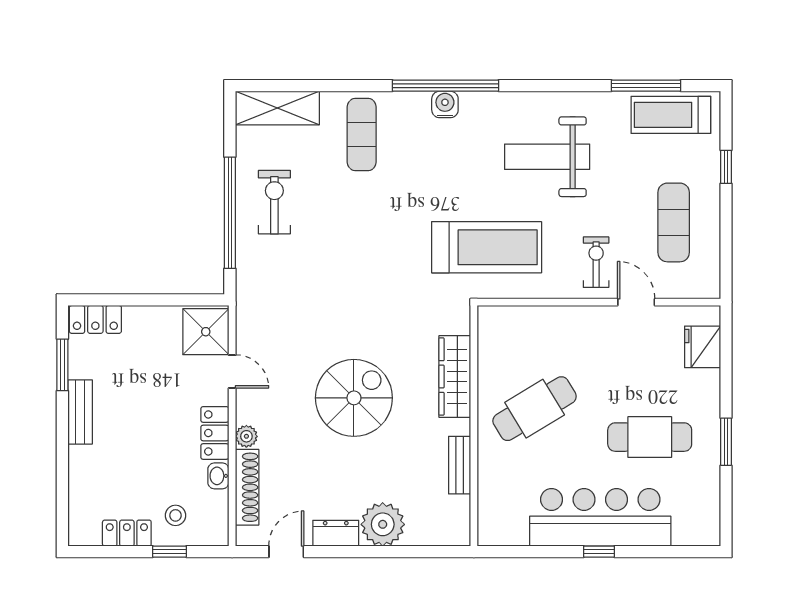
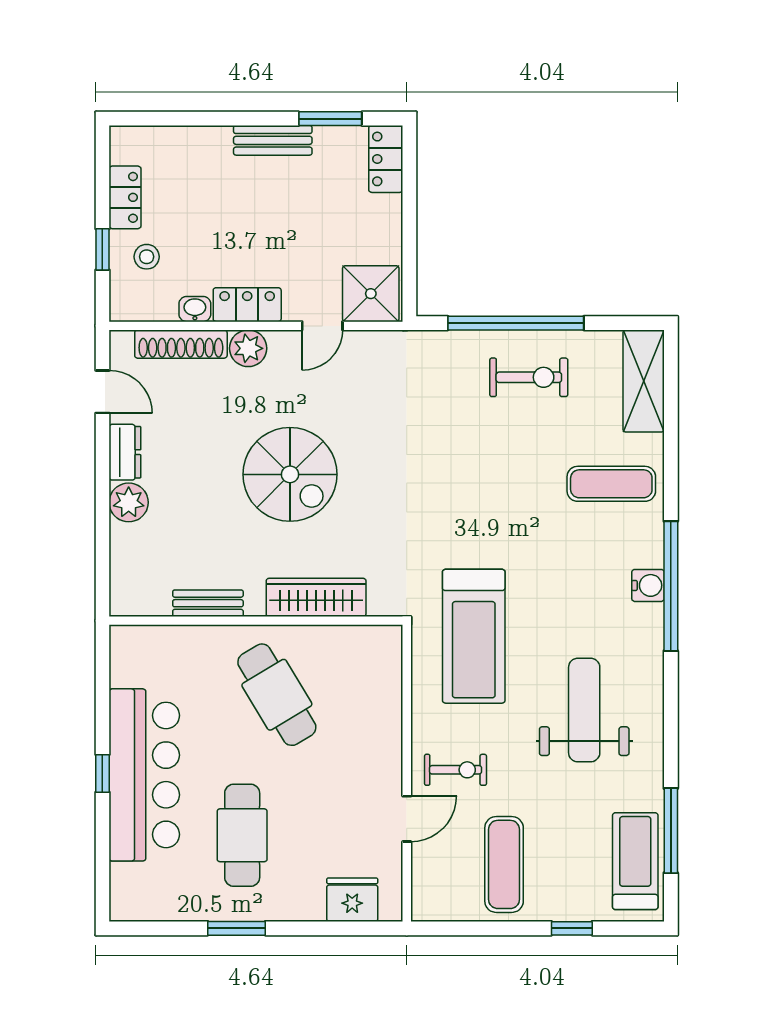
exercise mat: (674, 222) -> (504, 864), turned 90
plant: (246, 436) -> (248, 348), width x1.38, depth x1.38
plant: (383, 524) -> (129, 502), width x0.73, depth x0.73

